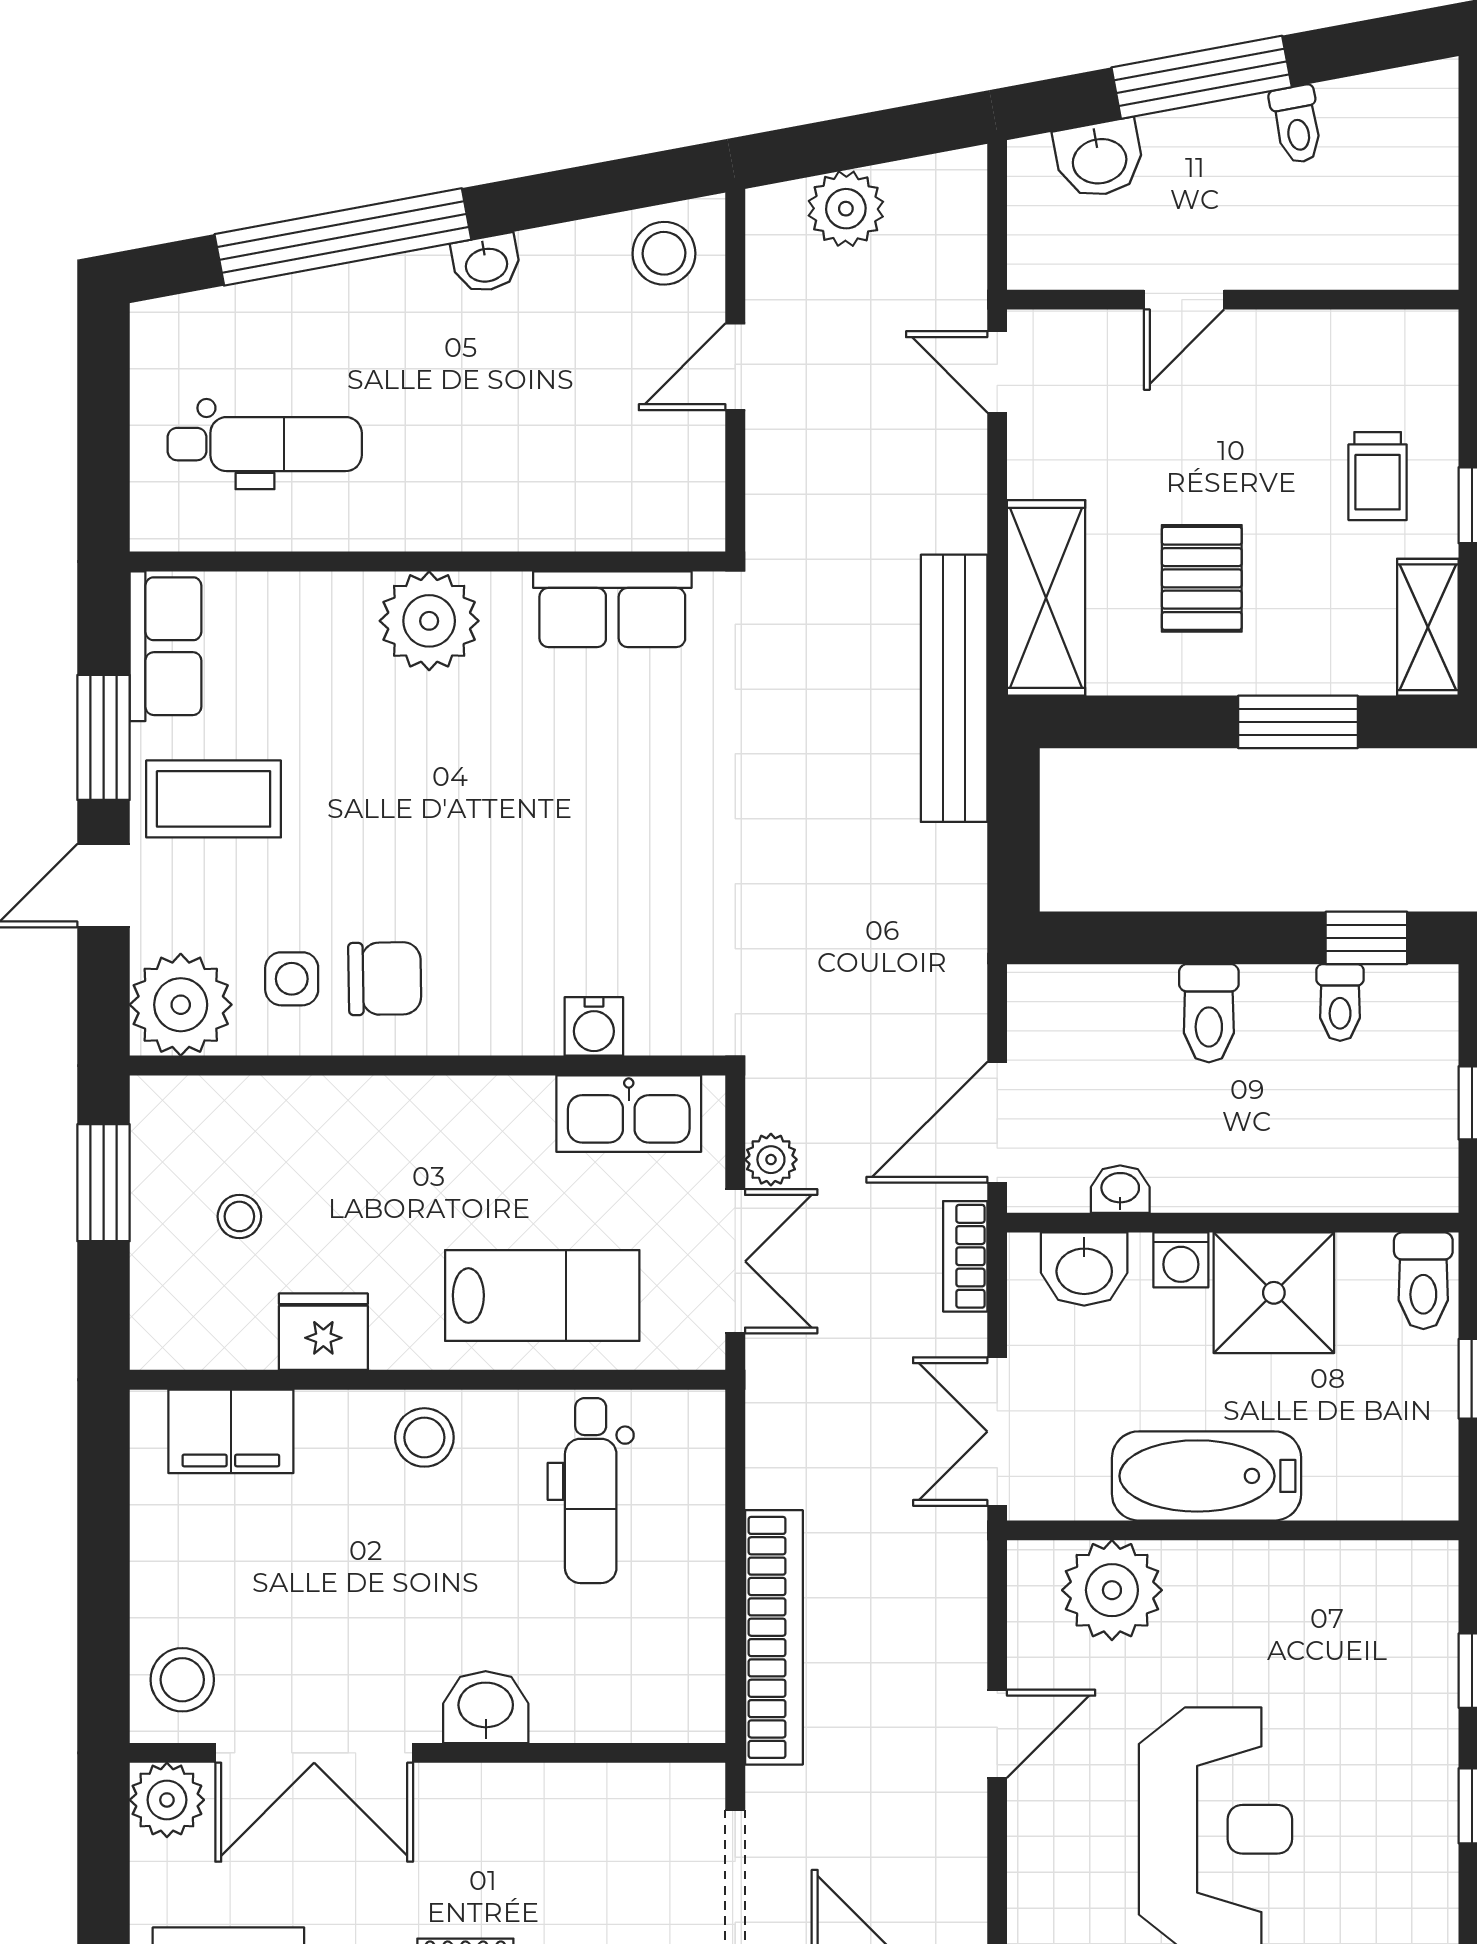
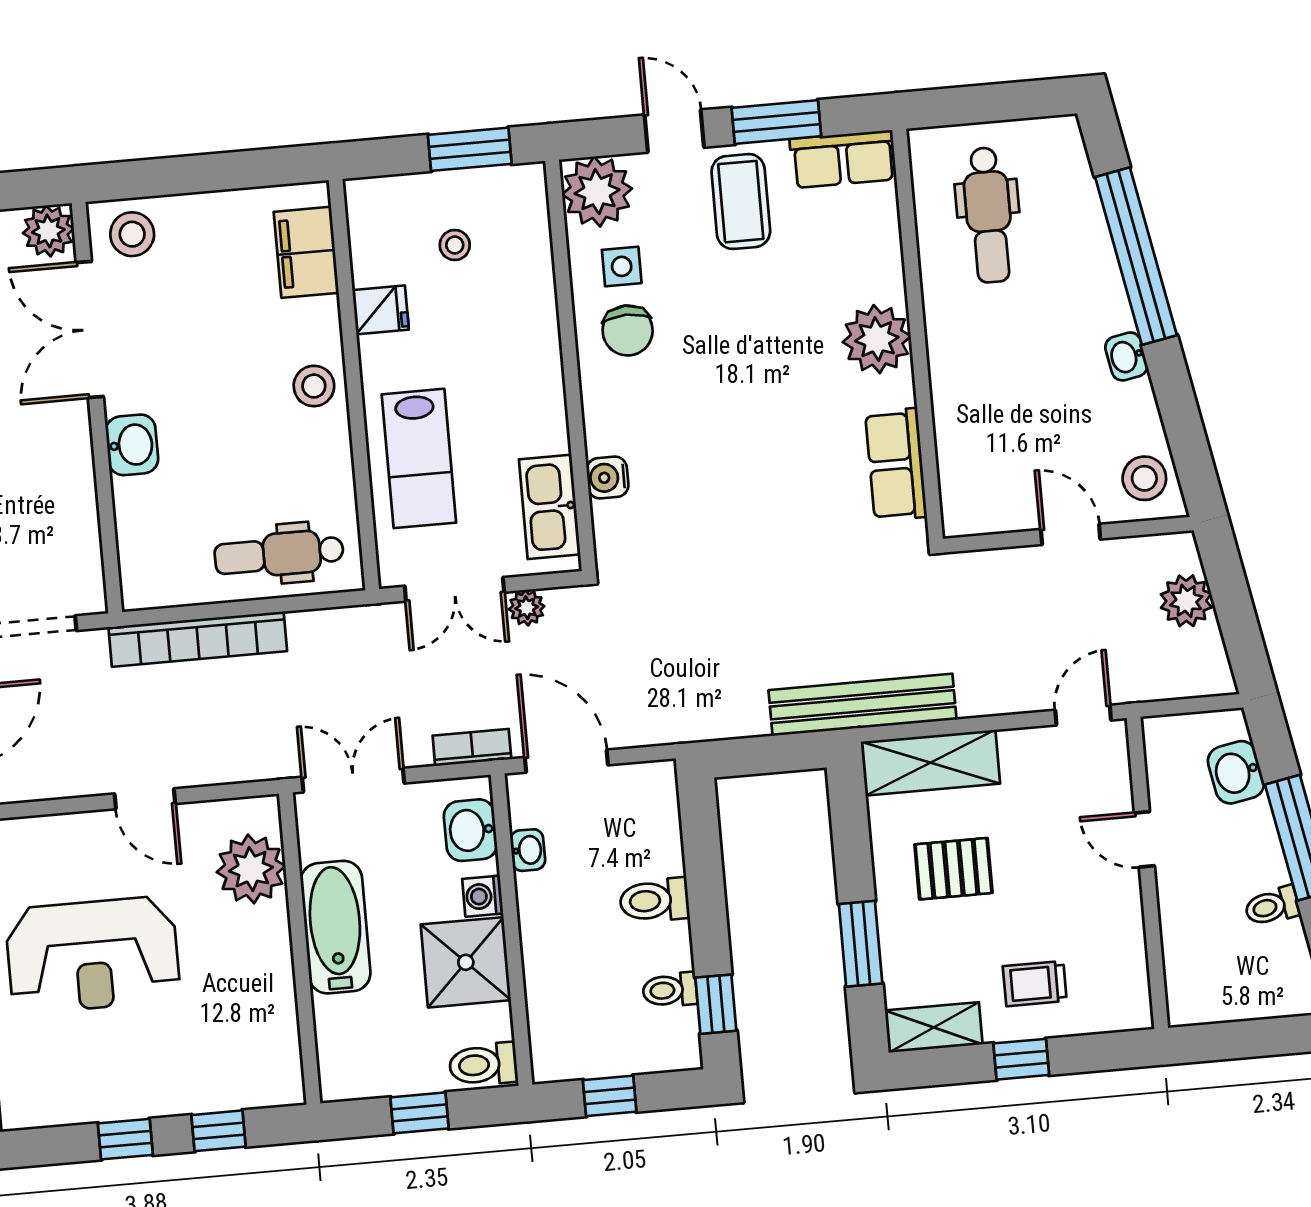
fridge: (323, 1332) -> (381, 310), width x0.72
dental chair: (591, 1491) -> (279, 554), moved

